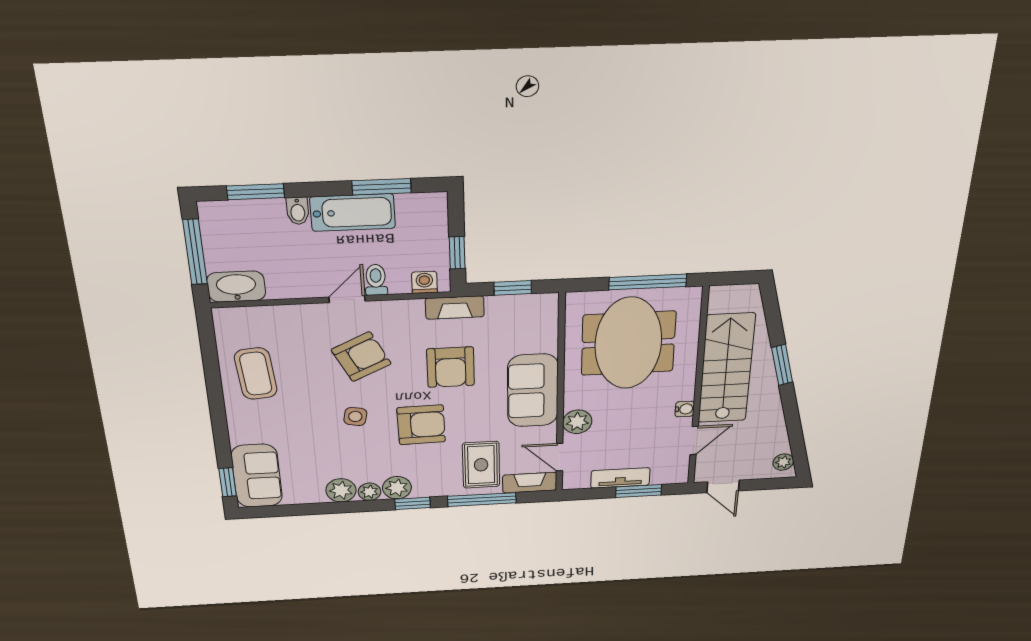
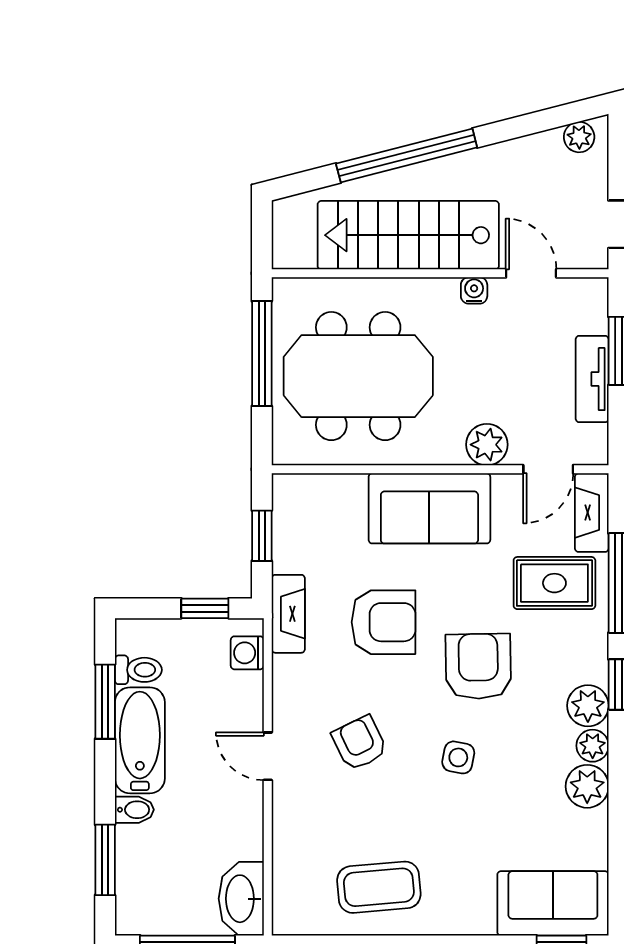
toilet: (376, 280) -> (138, 670), moved, turned 180
armchair: (361, 357) -> (360, 743), width x0.72, depth x0.72
window: (782, 365) -> (407, 156), width x2.11

